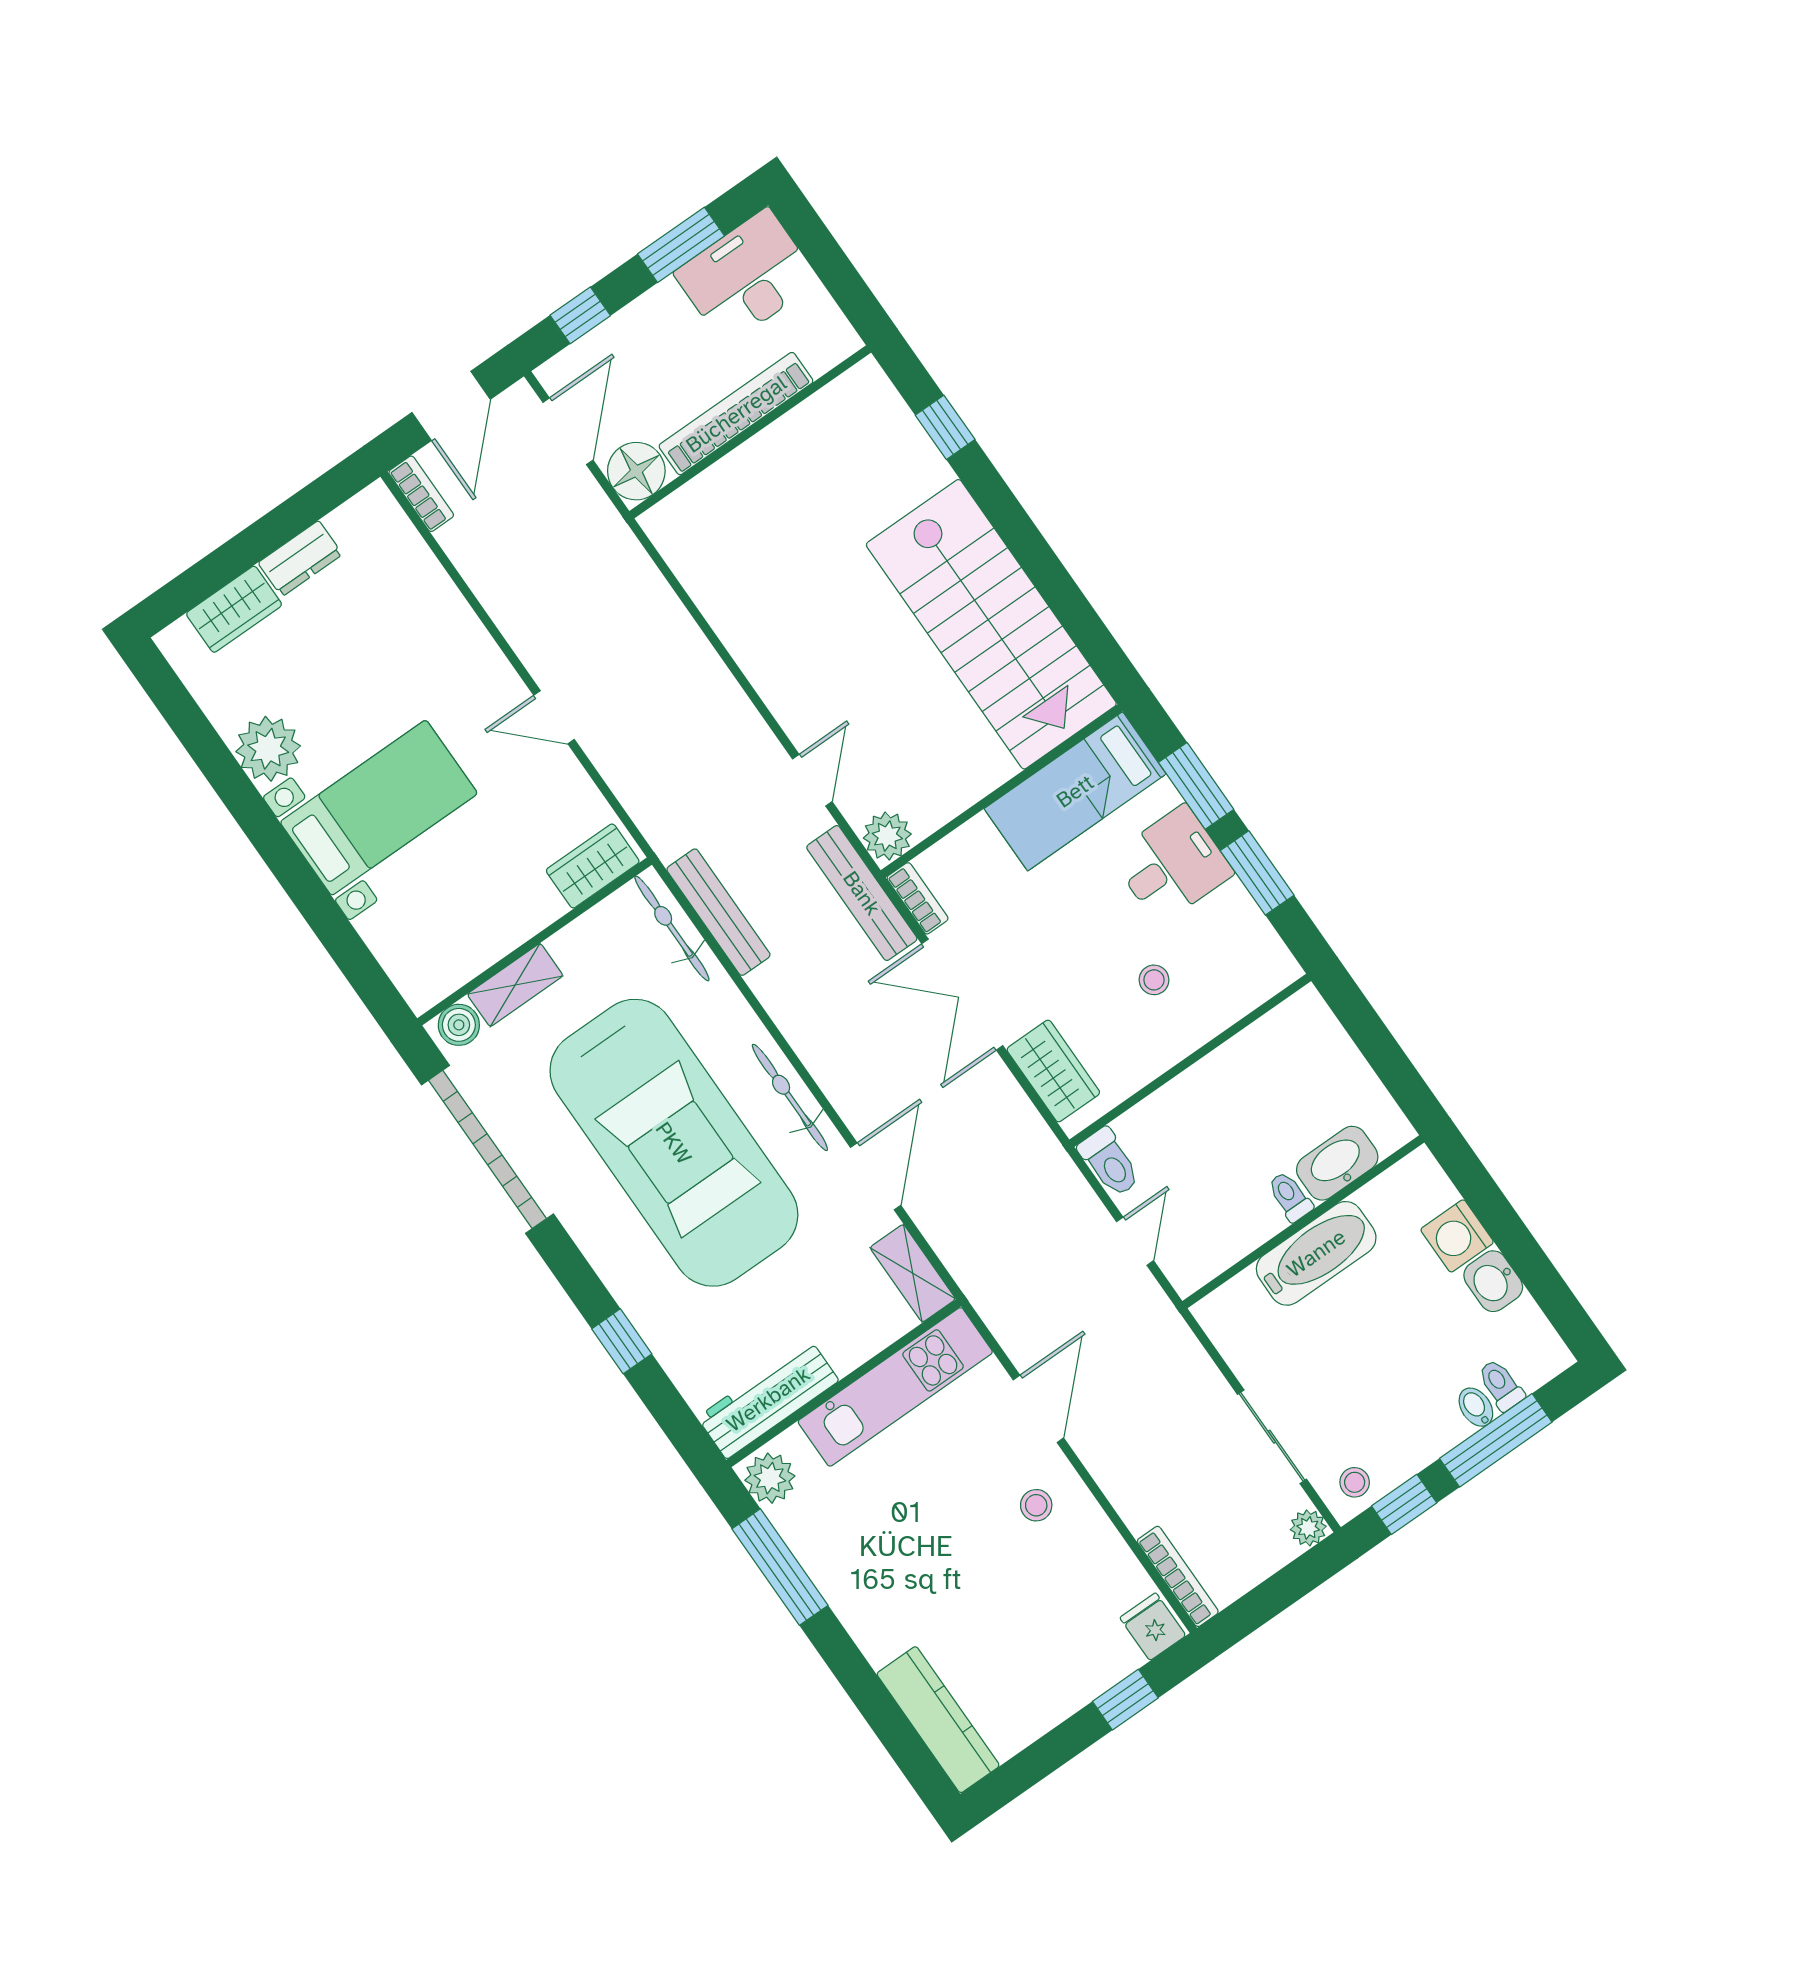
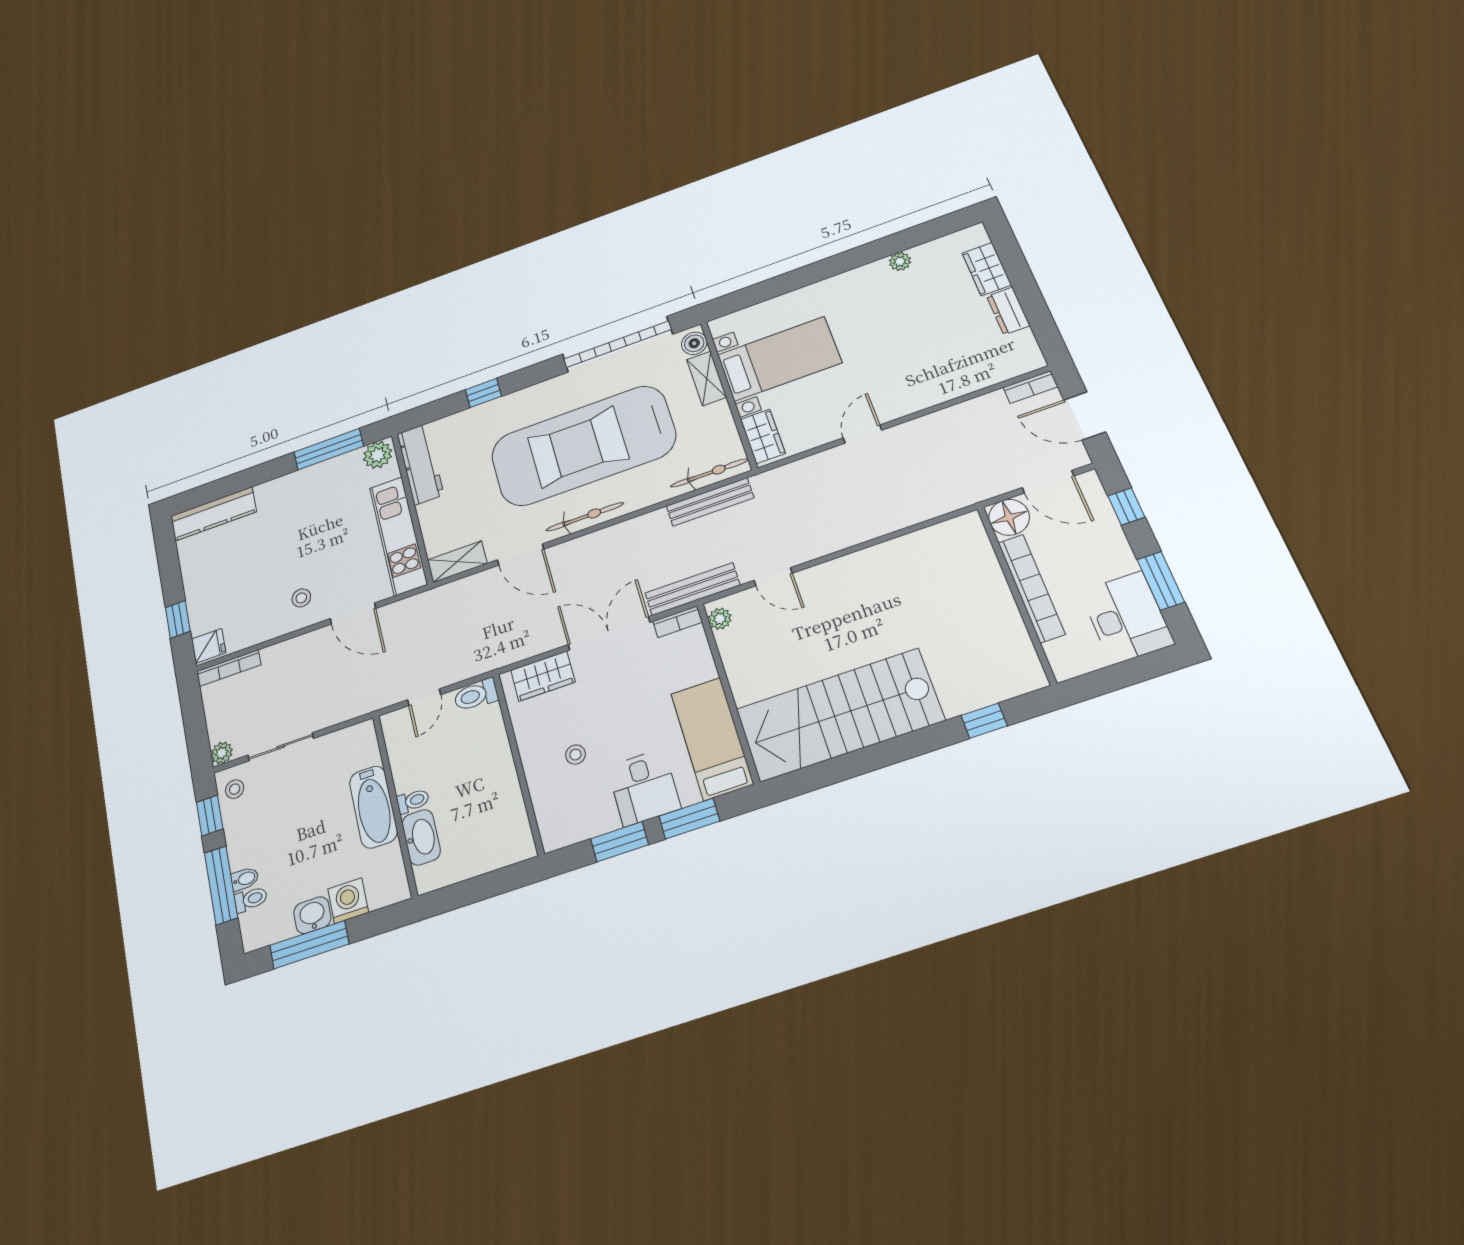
plant: (268, 749) -> (900, 261), width x0.53, depth x0.53
bed with nightstands: (379, 808) -> (779, 359), moved, turned -90
plant: (887, 836) -> (720, 619), width x0.73, depth x0.73
door: (1135, 1241) -> (424, 697), hinge flipped
window: (1534, 1268) -> (309, 945), added

